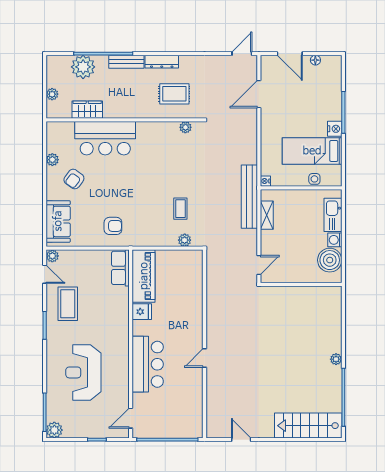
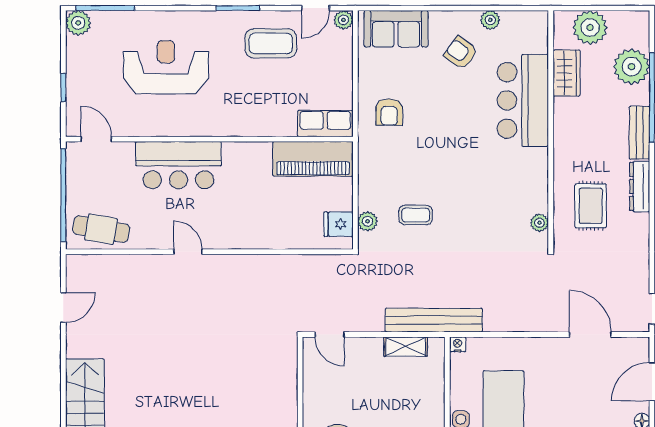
plant: (52, 94) -> (590, 28), width x1.88, depth x1.88
fridge: (142, 312) -> (338, 224), moved, turned 90
cafe table: (190, 415) -> (101, 229), added

